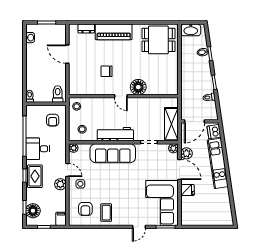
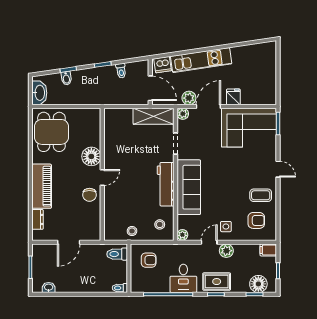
floor lamp: (138, 87) -> (91, 156), moved
door: (121, 96) -> (102, 177), moved
wall: (123, 96) -> (102, 174), moved
door: (139, 227) -> (278, 169), moved

